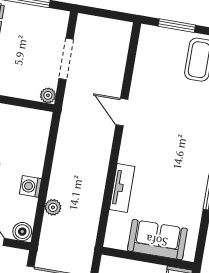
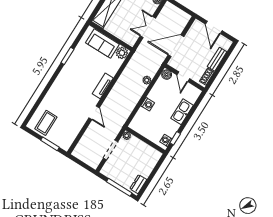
washing machine: (30, 186) -> (148, 104), moved
tv unit: (122, 188) -> (103, 86), moved
plant: (116, 237) -> (122, 53), added

